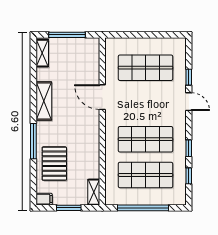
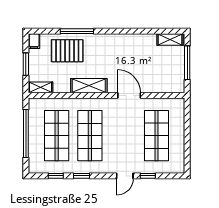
door: (102, 97) -> (129, 95), hinge flipped
shelving: (44, 101) -> (89, 86), moved
window: (33, 141) -> (77, 31), moved

